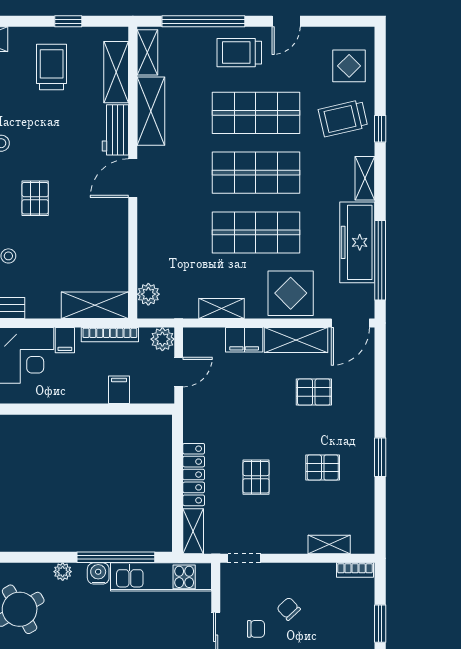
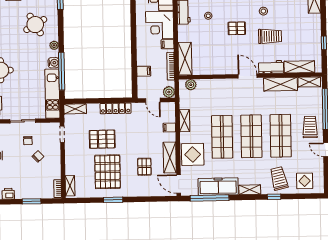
trolley: (52, 67) -> (270, 36), moved
filing cabinet: (244, 340) -> (169, 128), width x0.50
pallet: (323, 468) -> (108, 172), width x2.05, depth x2.00
locker: (194, 475) -> (116, 108), moved
pallet: (256, 477) -> (102, 139), width x1.50, depth x1.42
shelving: (329, 545) -> (70, 186), moved

